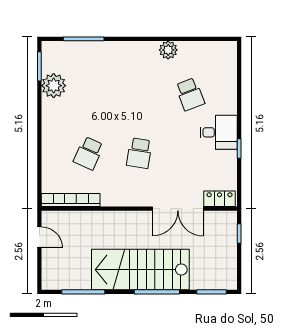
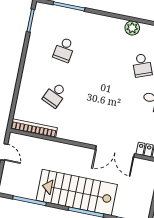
plant: (54, 86) -> (39, 38), removed
school desk: (139, 153) -> (64, 50), moved

